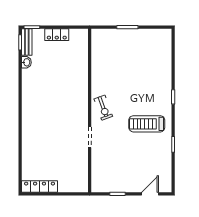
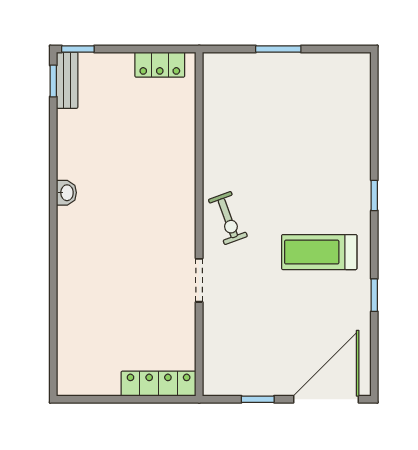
locker: (57, 35) -> (160, 65), moved
washbasin: (26, 62) -> (66, 193), moved
locker: (40, 187) -> (159, 384), moved
door: (150, 194) -> (326, 399), width x1.87

